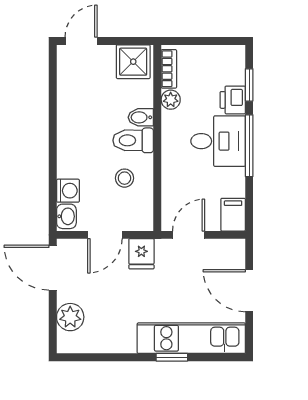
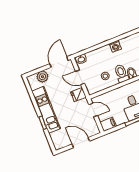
washing machine: (68, 191) -> (115, 46), moved
door: (249, 291) -> (81, 143), hinge flipped
kitchen unit: (191, 338) -> (46, 110), moved

